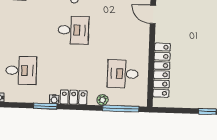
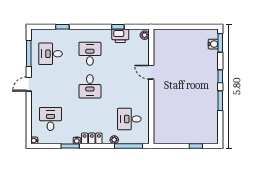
desk: (73, 30) -> (90, 86), turned 90
desk: (21, 70) -> (50, 119), turned -90
locker: (162, 70) -> (159, 115), removed

